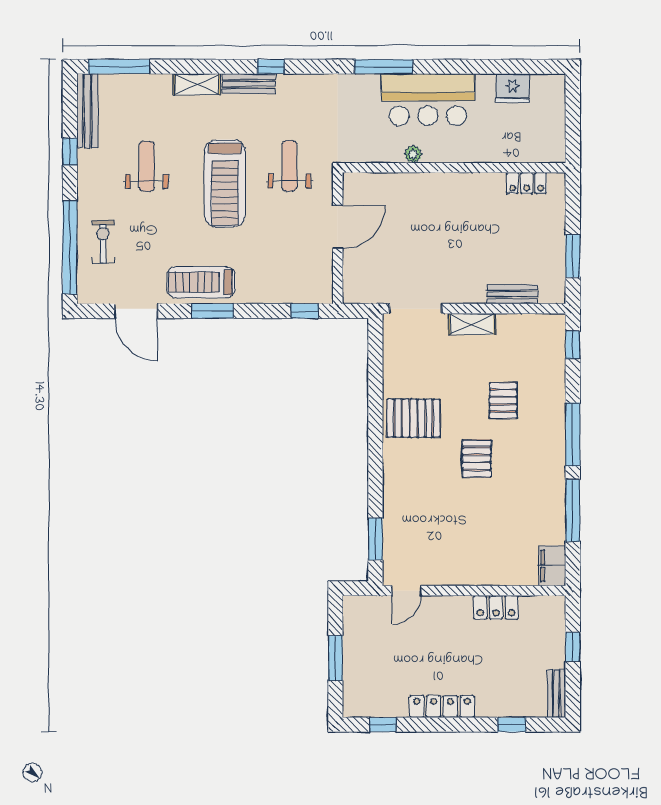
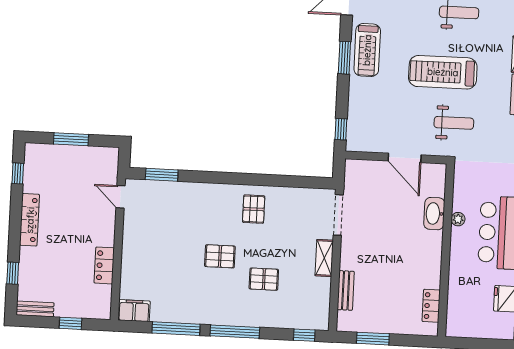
washbasin: (408, 185) -> (434, 214), added
treadmill: (201, 282) -> (367, 50), turned 180
pallet: (414, 418) -> (254, 209), width x0.67, depth x0.71

